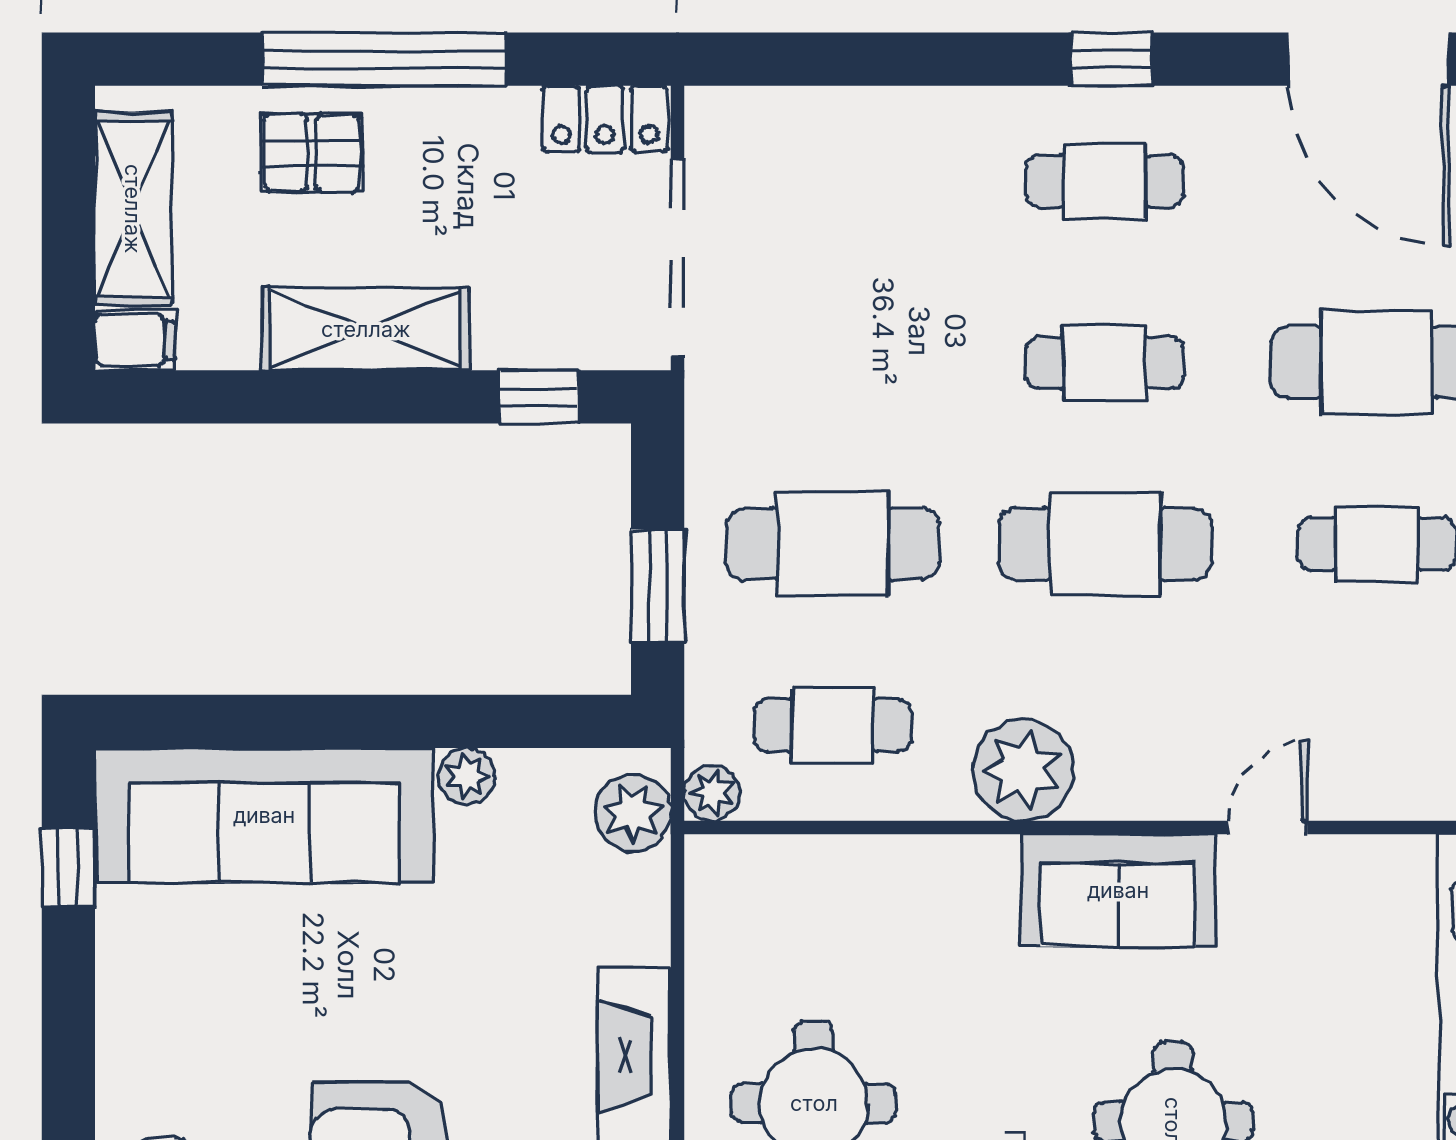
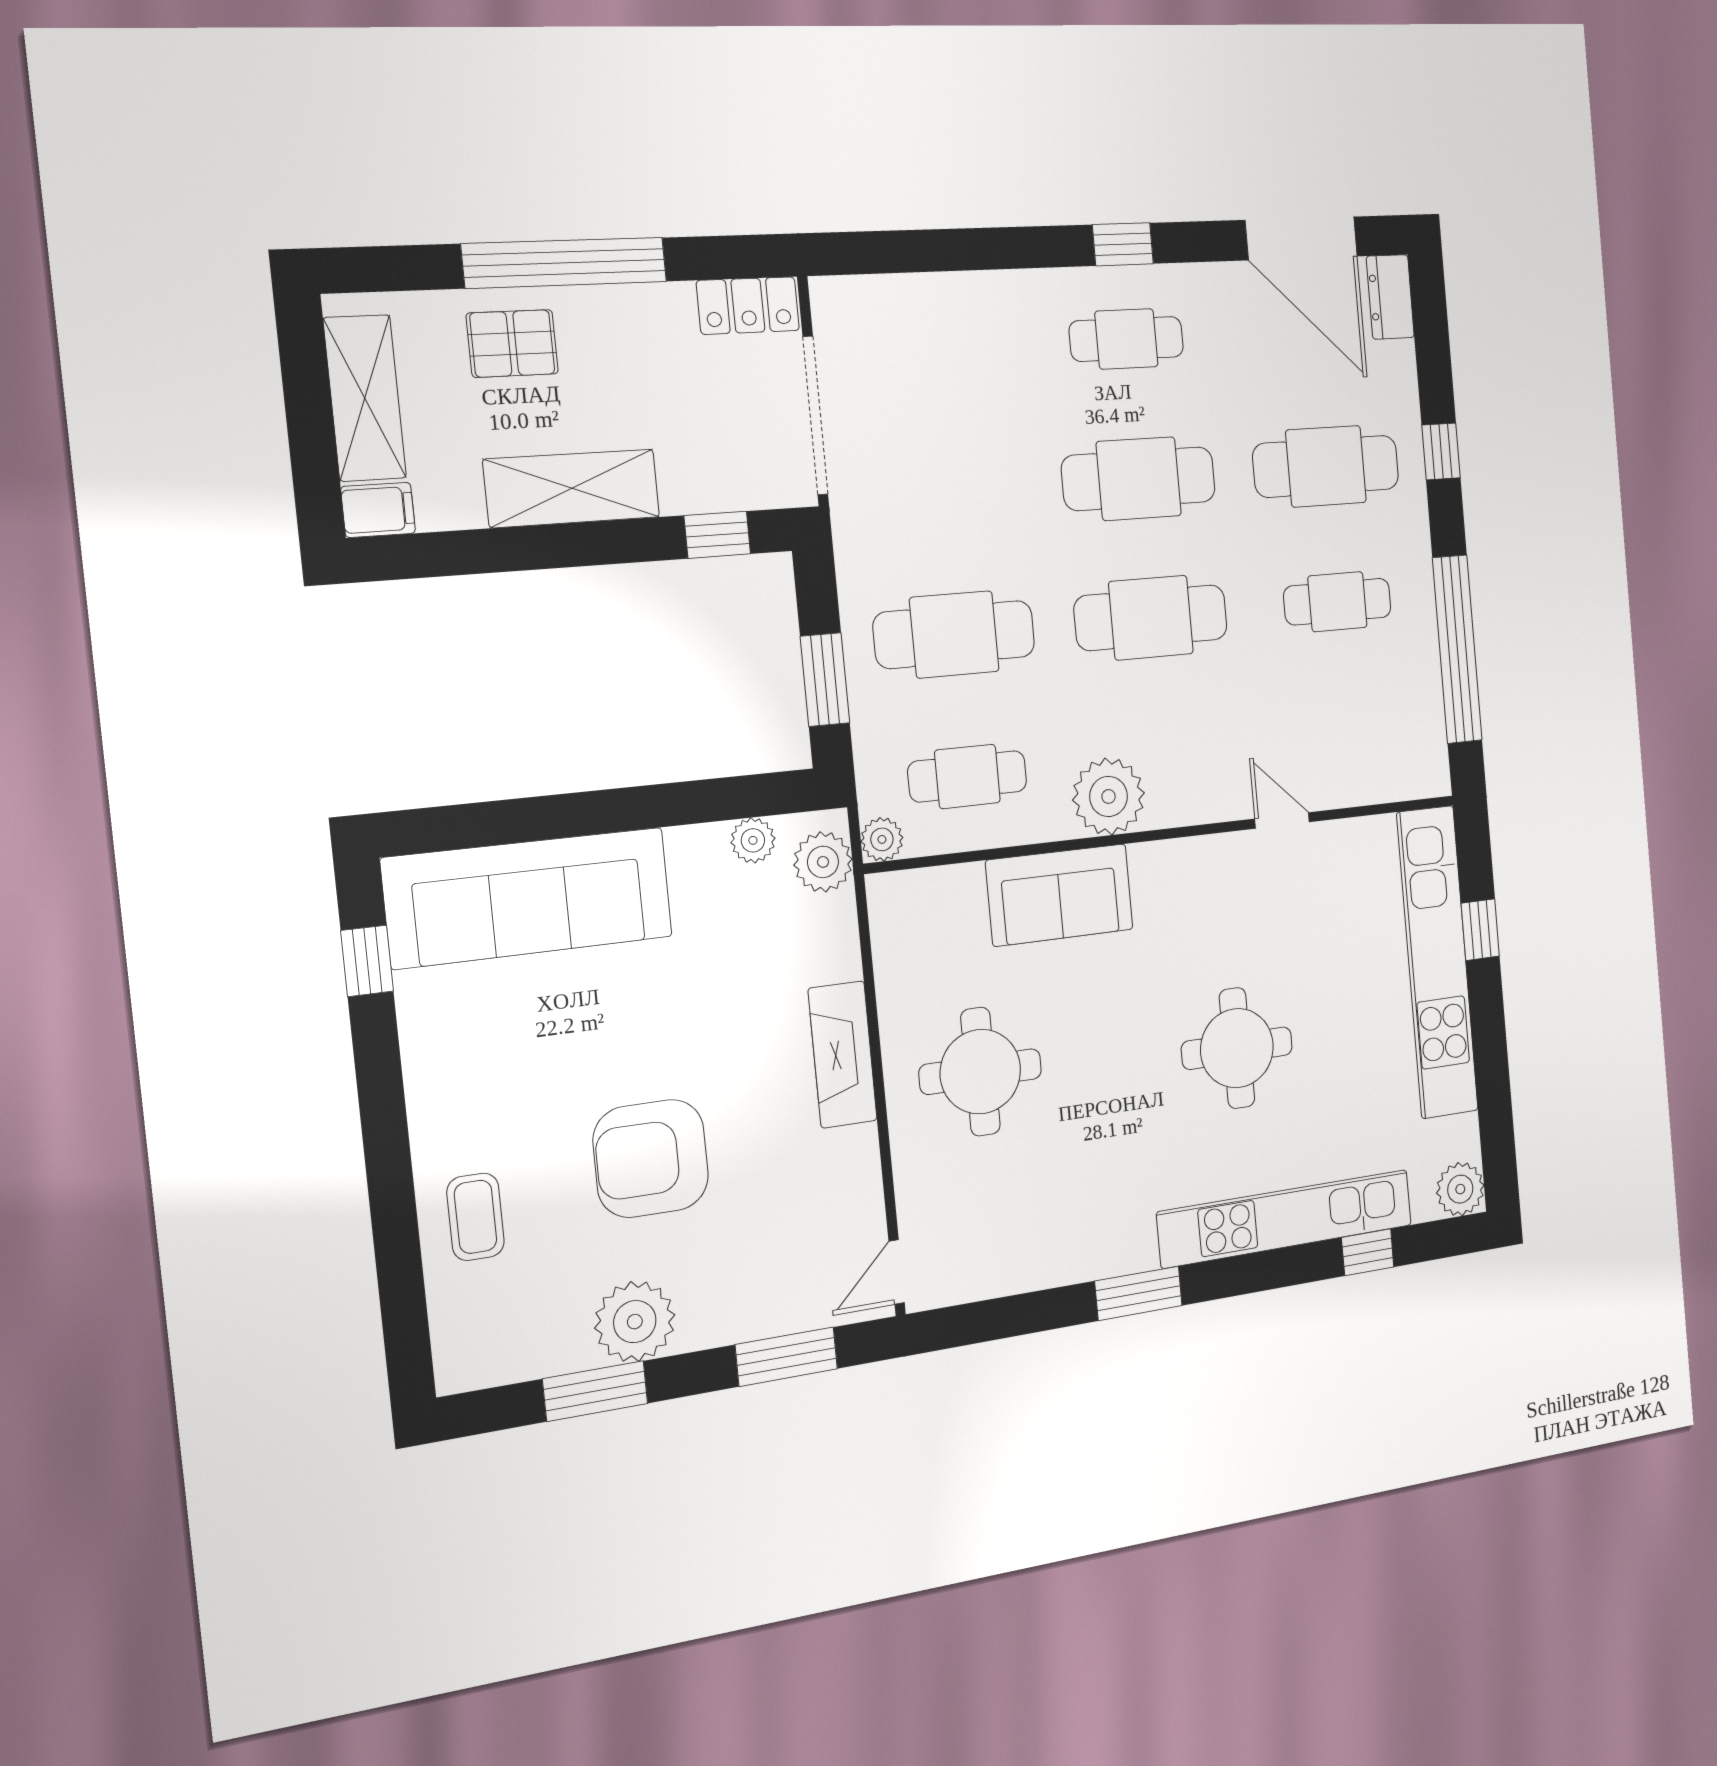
cafe table: (1105, 363) -> (1139, 479), width x1.37, depth x1.35
plant: (467, 776) -> (753, 840), moved
door: (1267, 827) -> (1282, 820), hinge flipped
sofa: (1118, 890) -> (1060, 895), moved

